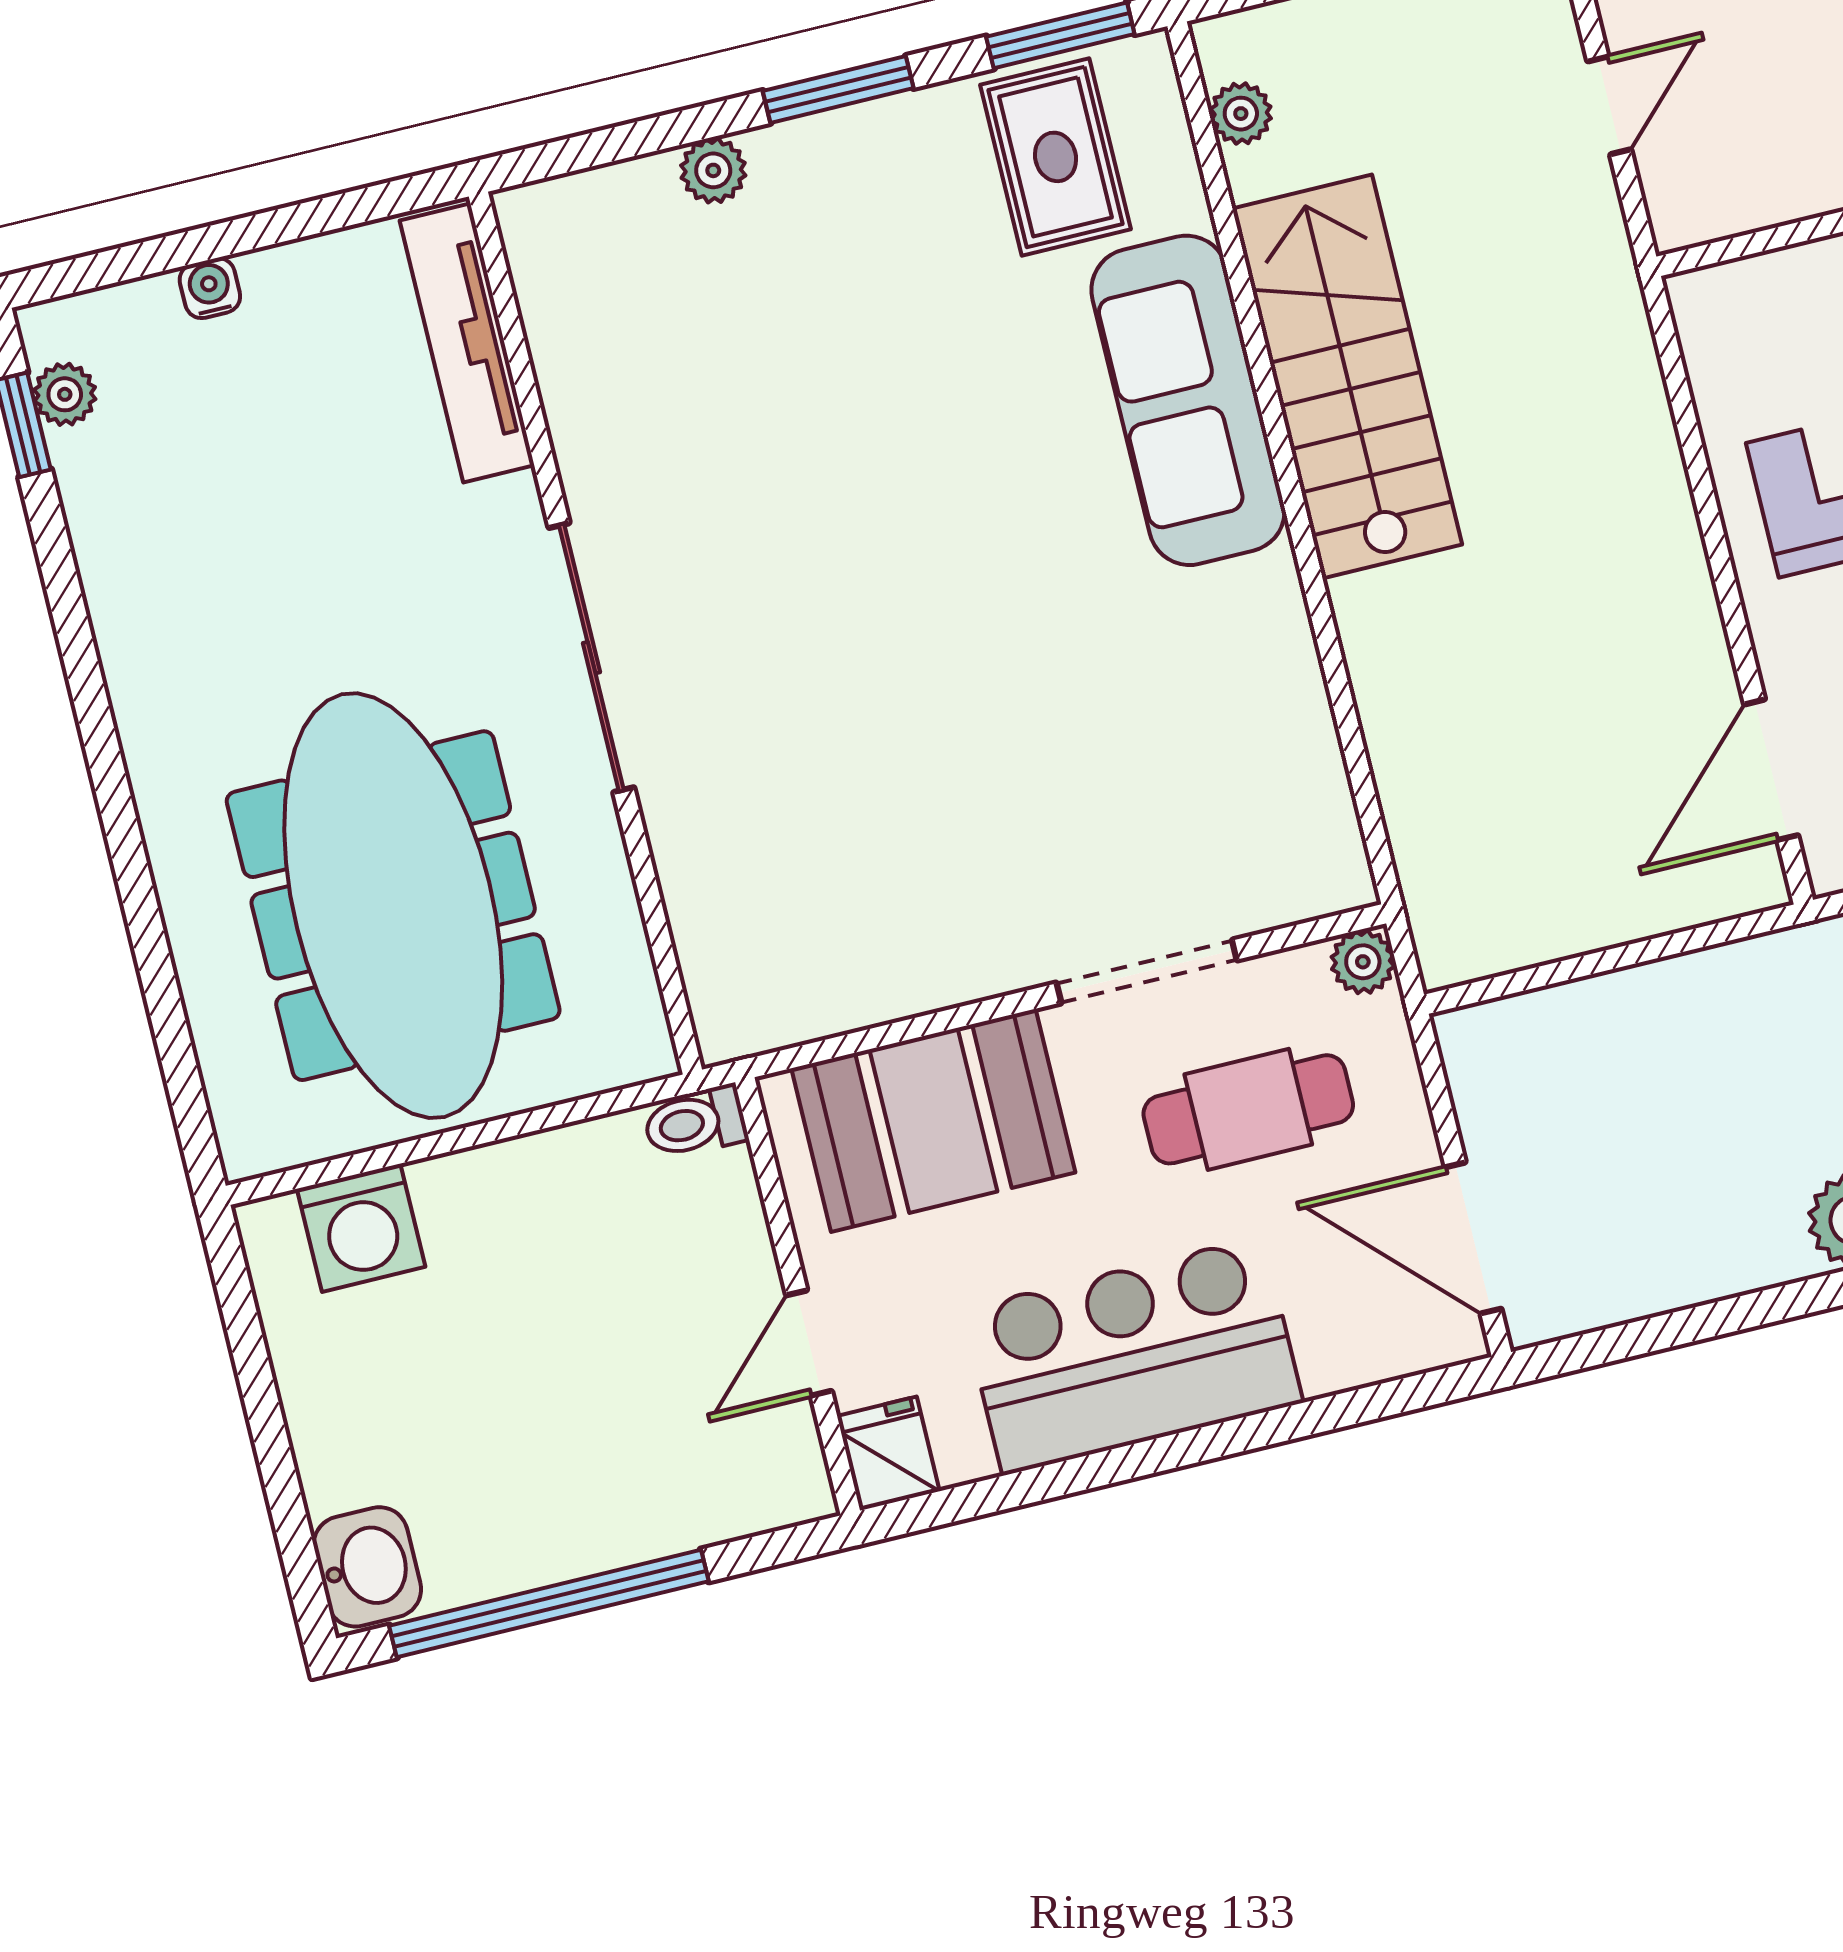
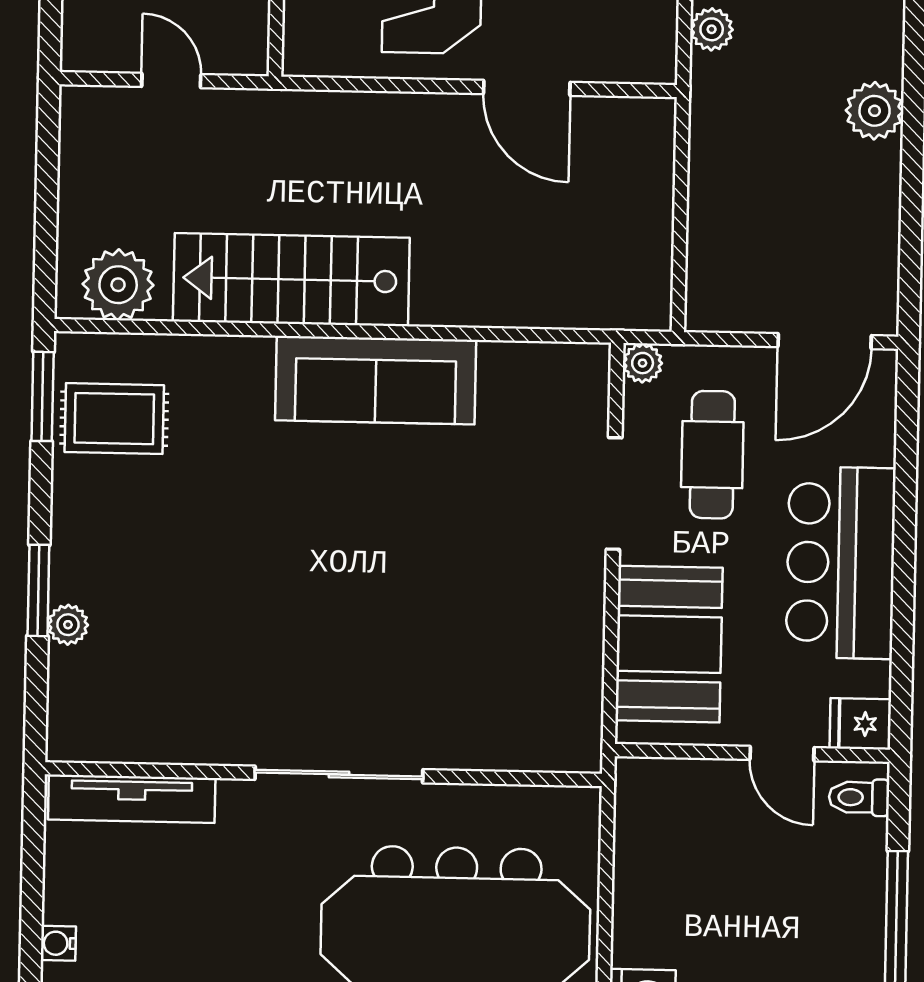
window: (838, 90) -> (38, 590), moved
plant: (1241, 114) -> (118, 285), width x1.88, depth x1.88
sofa: (1188, 400) -> (376, 380), moved
door: (1771, 770) -> (527, 88), moved
toilet: (695, 1122) -> (859, 797), moved, turned 90

